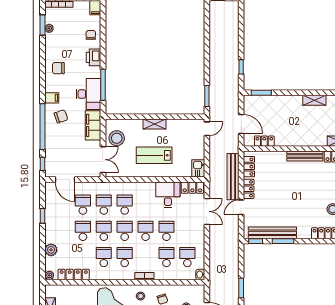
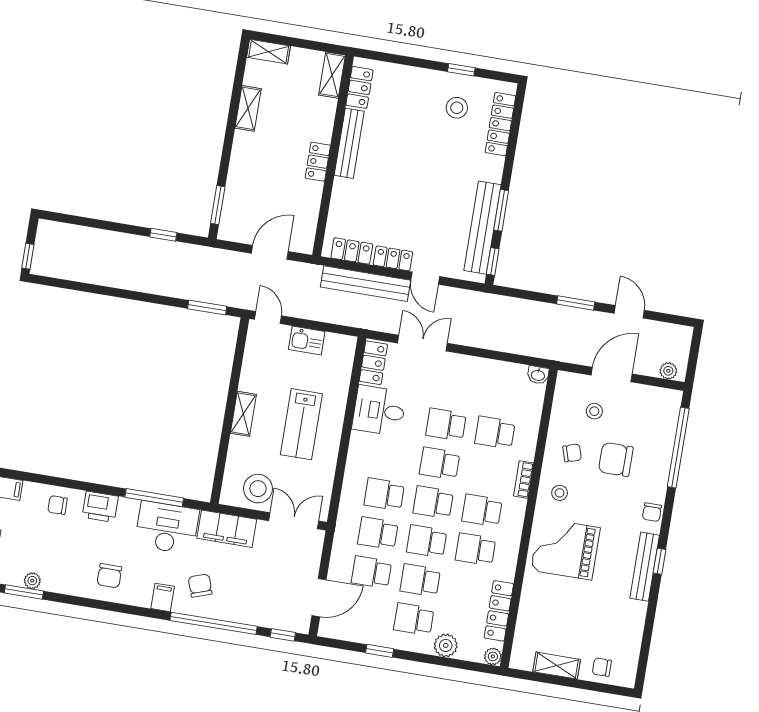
locker: (264, 141) -> (318, 162), moved
kitchen sink: (198, 168) -> (307, 341), moved
school desk: (187, 257) -> (414, 619), moved

